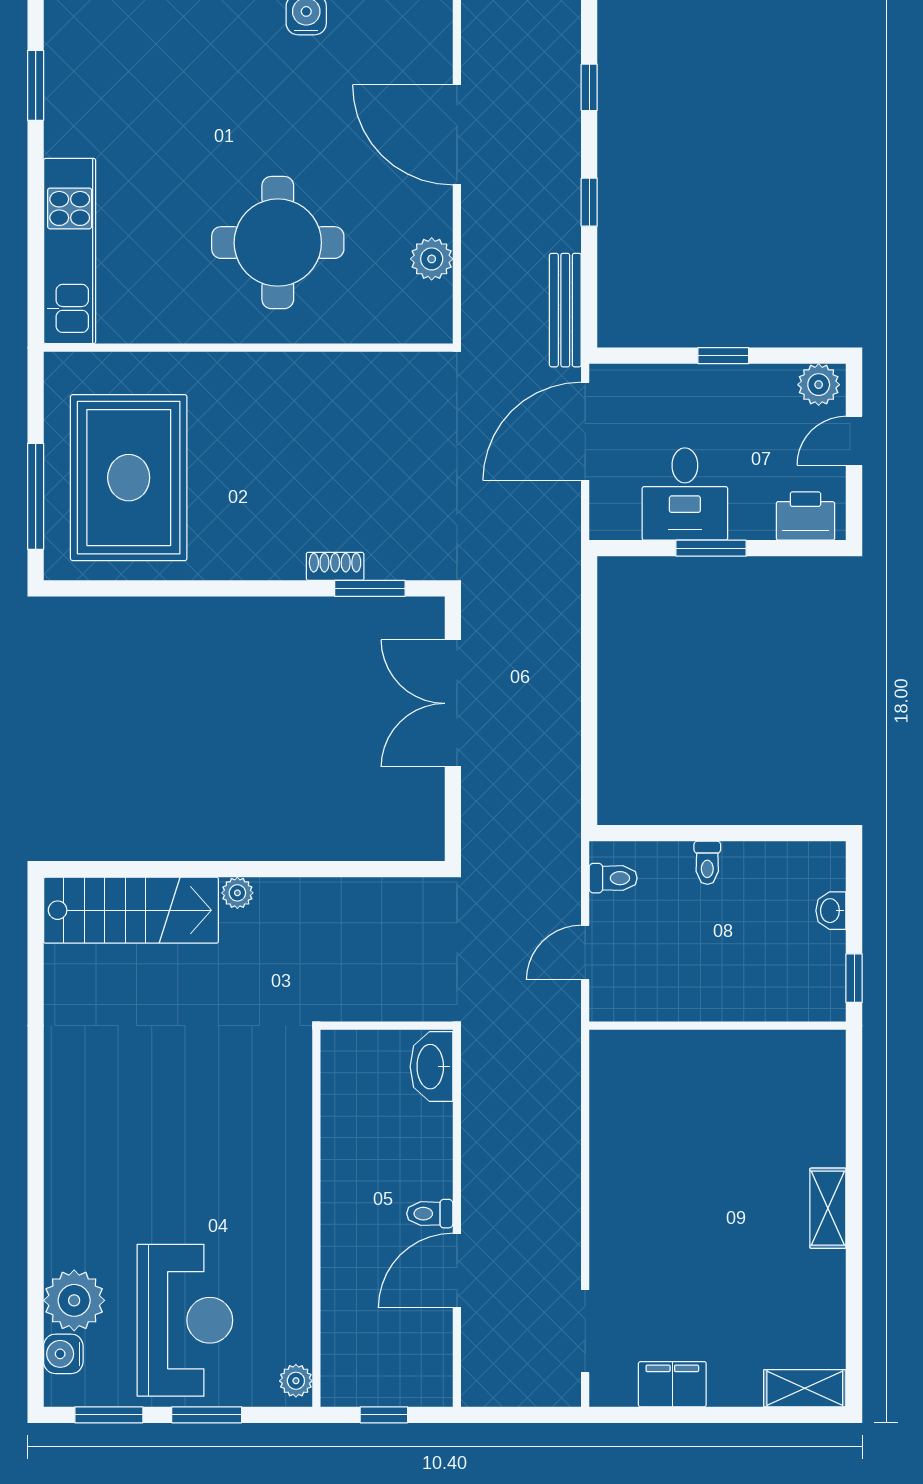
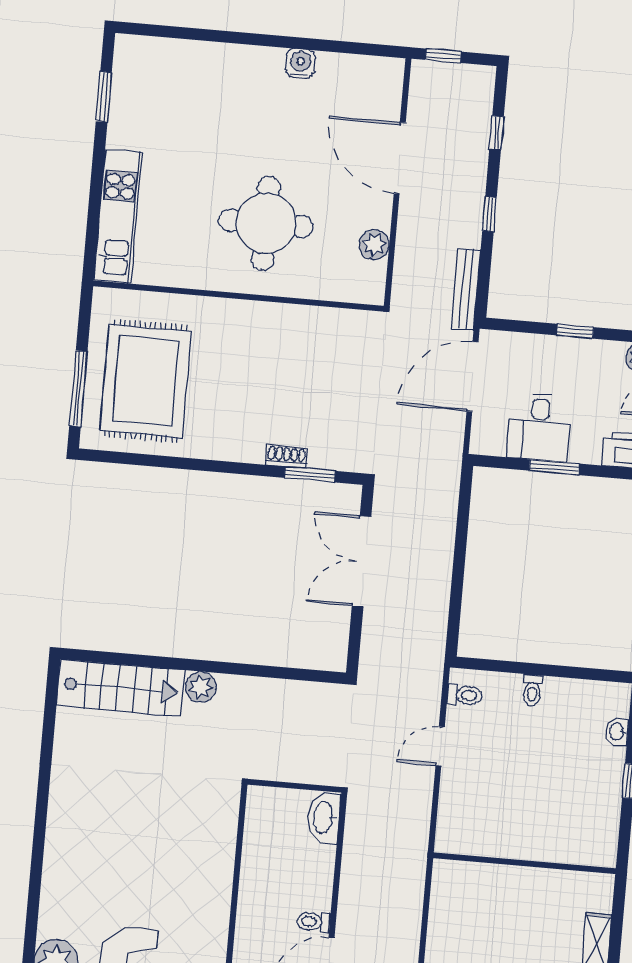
plant: (237, 893) -> (201, 687), width x1.38, depth x1.38
wall: (718, 1026) -> (524, 863), moved

